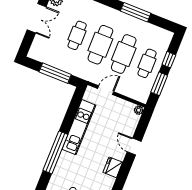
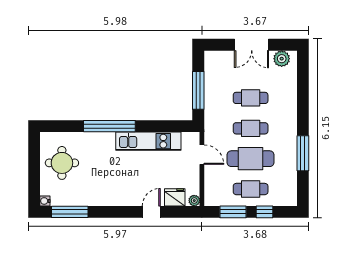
cafe table: (100, 45) -> (251, 128), width x0.73, depth x0.74
fridge: (113, 167) -> (175, 197), moved

